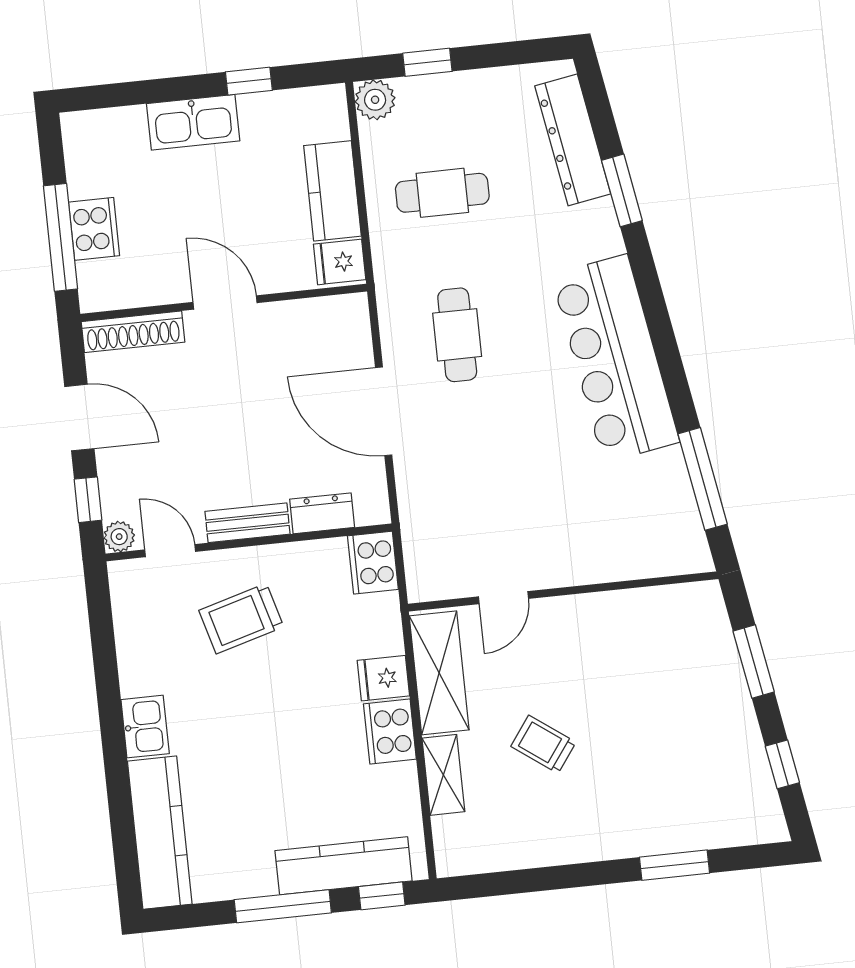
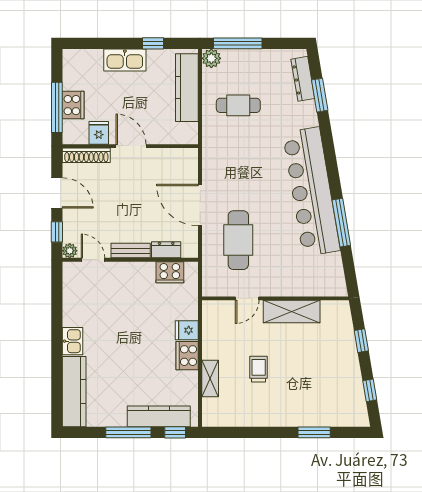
window: (427, 62) -> (238, 43), width x2.17
dresser: (573, 140) -> (303, 79), width x0.73, depth x0.80
window: (622, 190) -> (320, 95), moved
kitchen counter: (332, 191) -> (187, 88), width x1.50
fridge: (340, 262) -> (99, 133), moved, turned 90
cafe table: (457, 335) -> (238, 240), moved, width x1.37, depth x1.35
bar counter: (615, 358) -> (311, 192), width x1.36
window: (703, 479) -> (341, 223), moved
cooker: (373, 563) -> (170, 272), moved, turned -90
trolley: (241, 619) -> (123, 295), removed
window: (754, 662) -> (361, 341), width x0.67
shelving: (439, 673) -> (292, 311), moved, turned 90
trolley: (543, 744) -> (259, 369), turned 54

